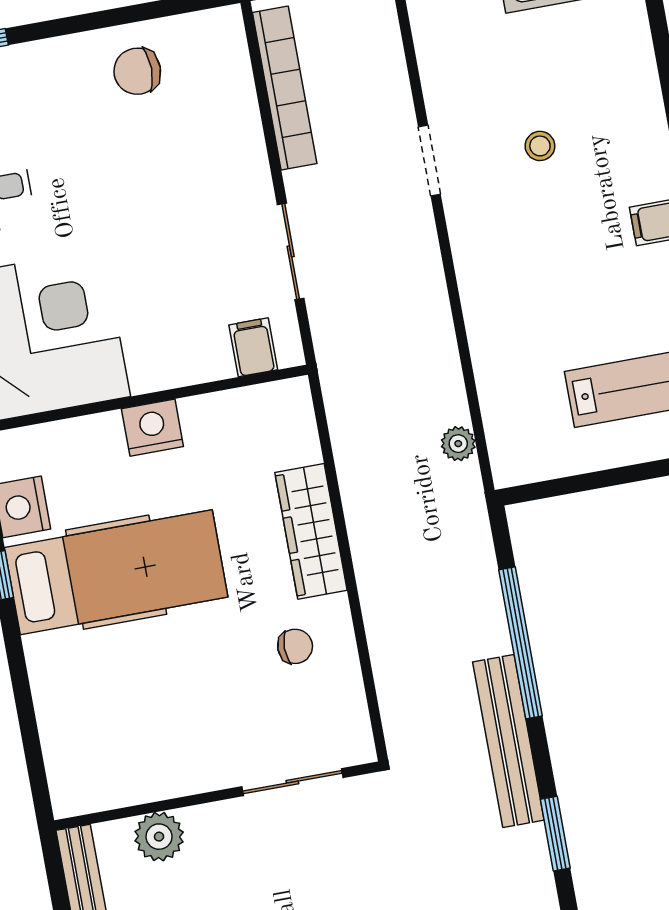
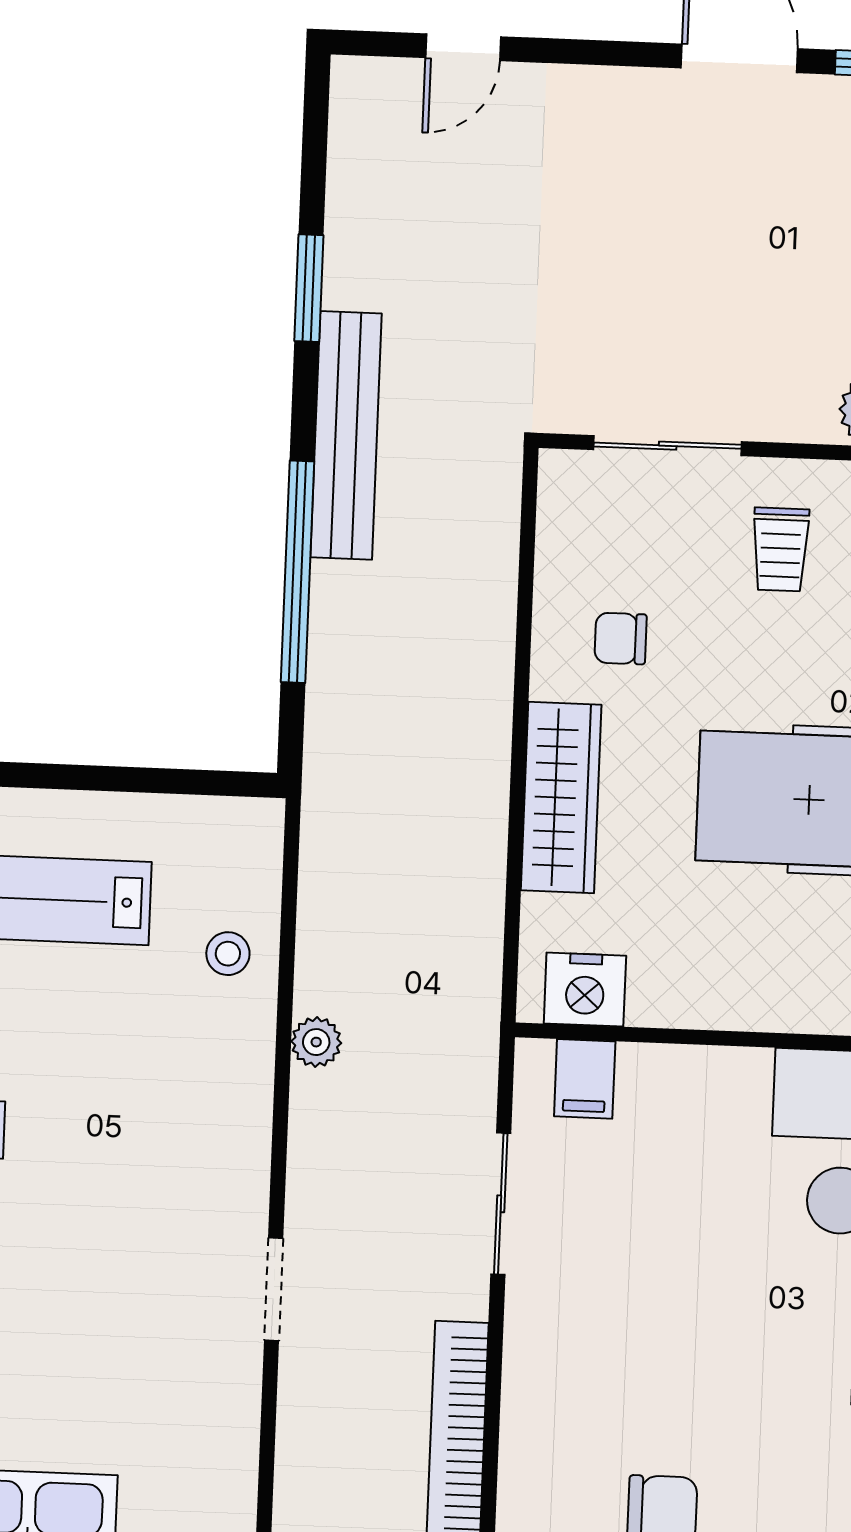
stool: (540, 146) -> (228, 954), moved
nightstand: (152, 428) -> (585, 990), moved
plant: (458, 444) -> (316, 1042), moved
trolley: (202, 730) -> (780, 549), added

